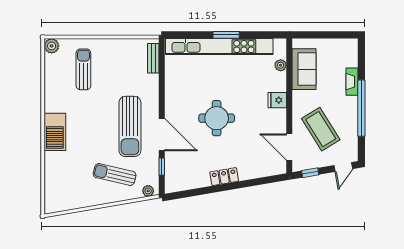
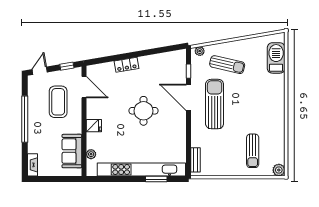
window: (226, 35) -> (156, 179), moved
fireplace: (352, 82) -> (32, 165), moved
coffee table: (321, 129) -> (58, 102), turned 32
barbecue: (55, 132) -> (276, 58), moved
locker: (224, 177) -> (126, 65), moved

